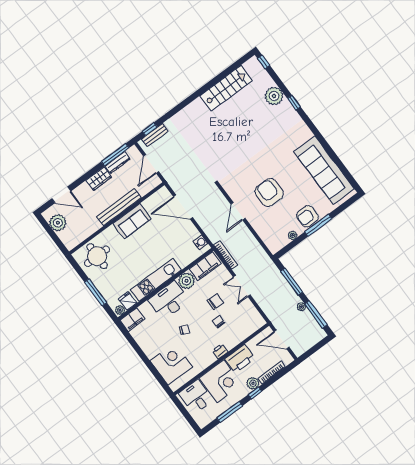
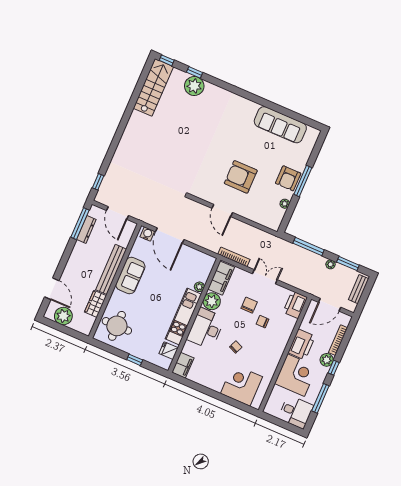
stairs: (226, 88) -> (153, 87), moved
window: (294, 103) -> (195, 72), moved
bench: (155, 135) -> (359, 289), moved
sofa: (324, 170) -> (280, 125), width x0.74, depth x0.79
wardrobe: (99, 179) -> (95, 304), moved, turned 180
door: (61, 195) -> (52, 289), hinge flipped
door: (183, 207) -> (170, 236), hinge flipped
water cooler: (201, 242) -> (147, 234), moved
double door: (242, 286) -> (265, 277), swing flipped
window: (96, 292) -> (135, 360), width x0.46
plant: (120, 310) -> (199, 287), moved
window: (316, 314) -> (348, 264), width x0.69
printer: (220, 351) -> (295, 305), moved, width x1.87, depth x1.48
desk: (196, 397) -> (296, 412), moved, turned 180

